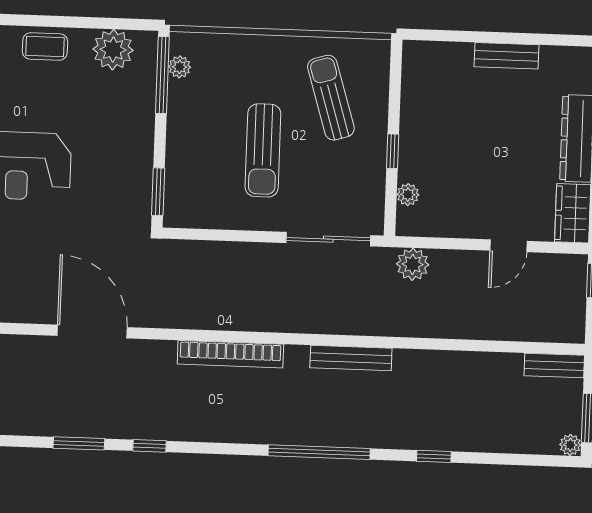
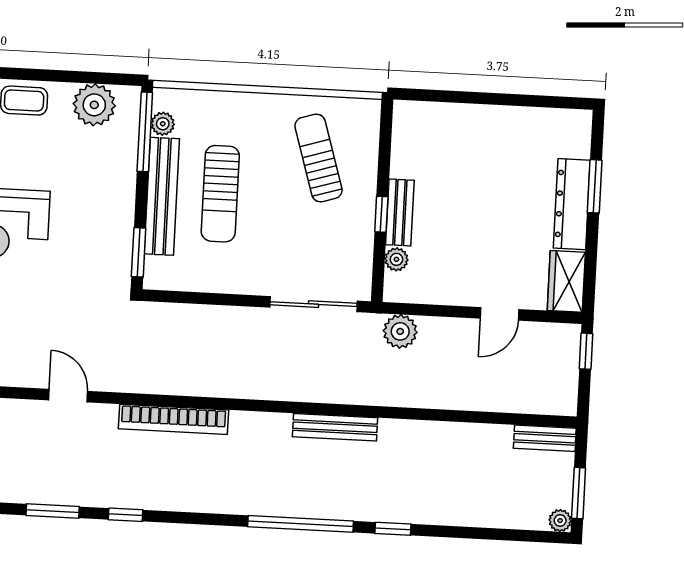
bench: (506, 56) -> (400, 212), moved, turned 90
bench: (180, 137) -> (162, 196), added
sun lounger: (263, 150) -> (220, 194), moved
door: (92, 332) -> (68, 396), width x0.53
bookcase: (230, 354) -> (173, 419), moved
window: (434, 456) -> (393, 529), moved

